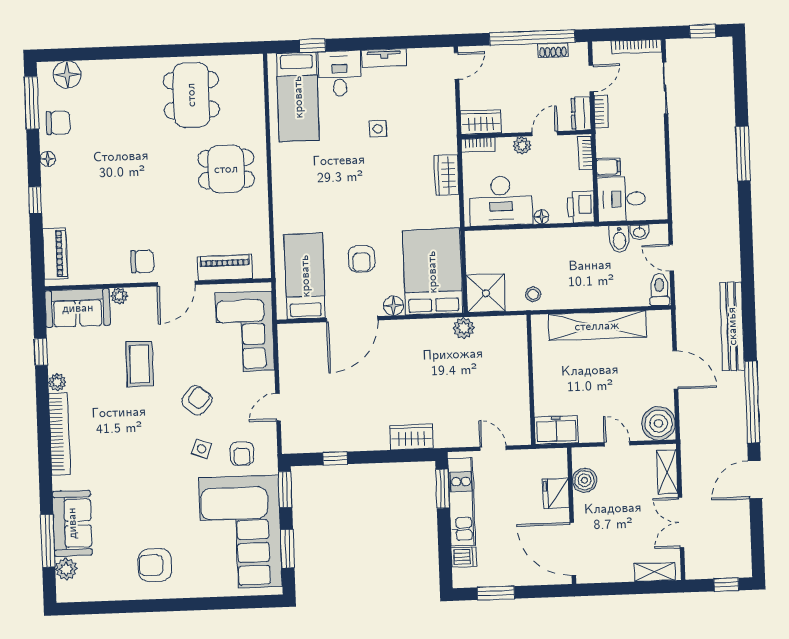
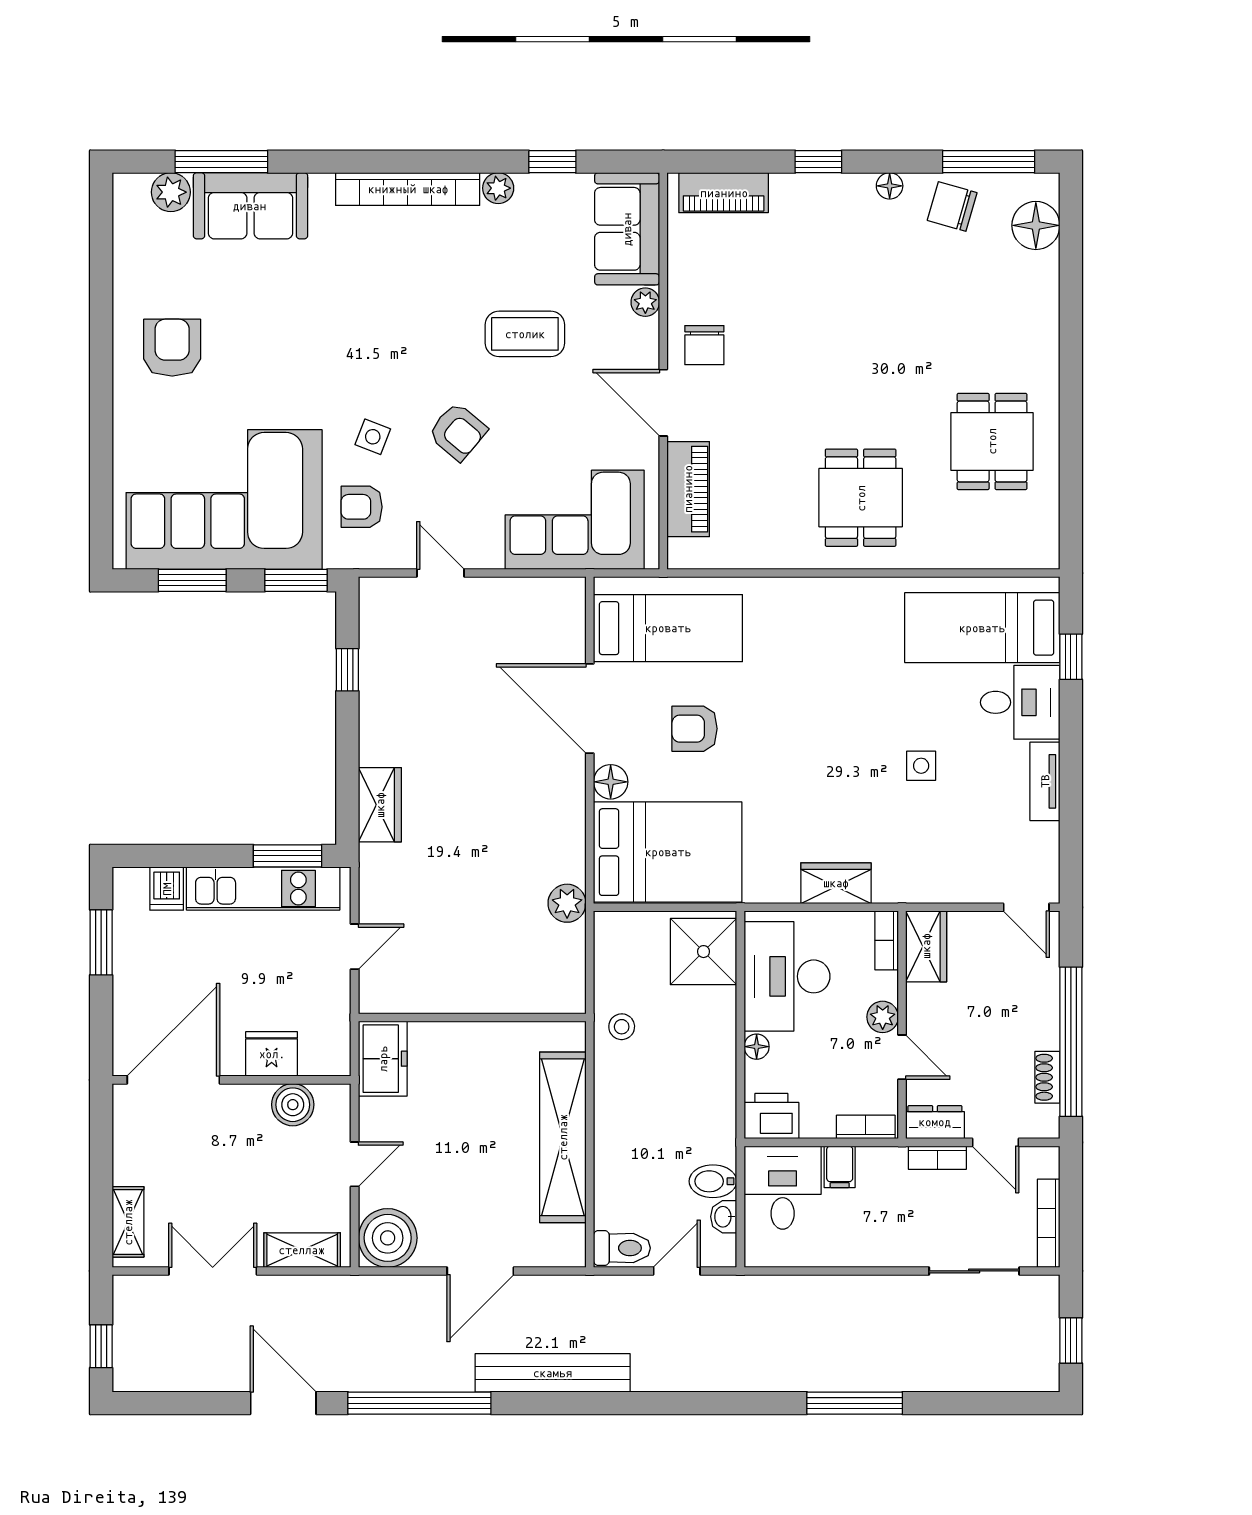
dining table: (191, 95) -> (992, 441), width x0.73
chair: (58, 123) -> (952, 206), turned 106
shower: (486, 293) -> (704, 952), moved

